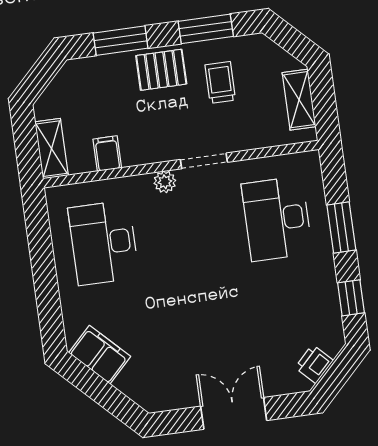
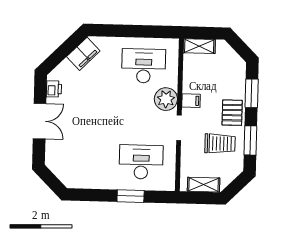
trolley: (220, 82) -> (220, 144), width x1.36, depth x1.39
filing cabinet: (107, 154) -> (191, 101), moved
plant: (165, 182) -> (166, 99), width x1.88, depth x1.88
window: (351, 298) -> (92, 195), removed
printer: (314, 364) -> (54, 89), moved, turned 45

